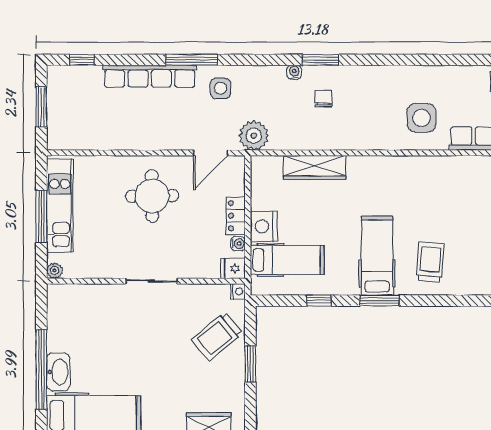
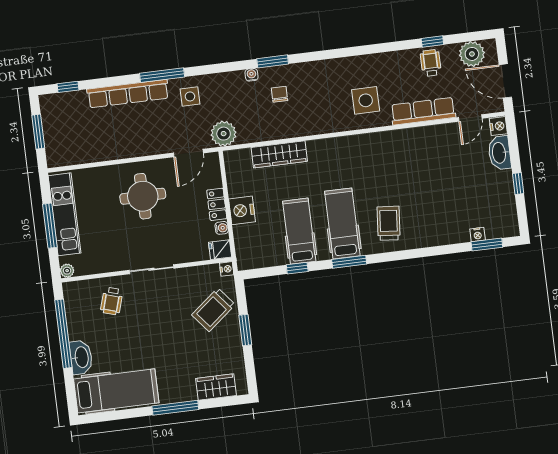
hospital bed: (287, 260) -> (299, 231), moved, turned -90
wheelchair: (101, 312) -> (112, 301), added
window: (41, 369) -> (63, 334), moved

